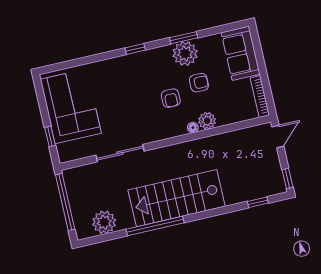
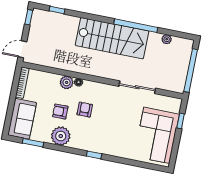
window: (184, 38) -> (33, 143), moved
plant: (104, 222) -> (167, 39), width x0.53, depth x0.53

